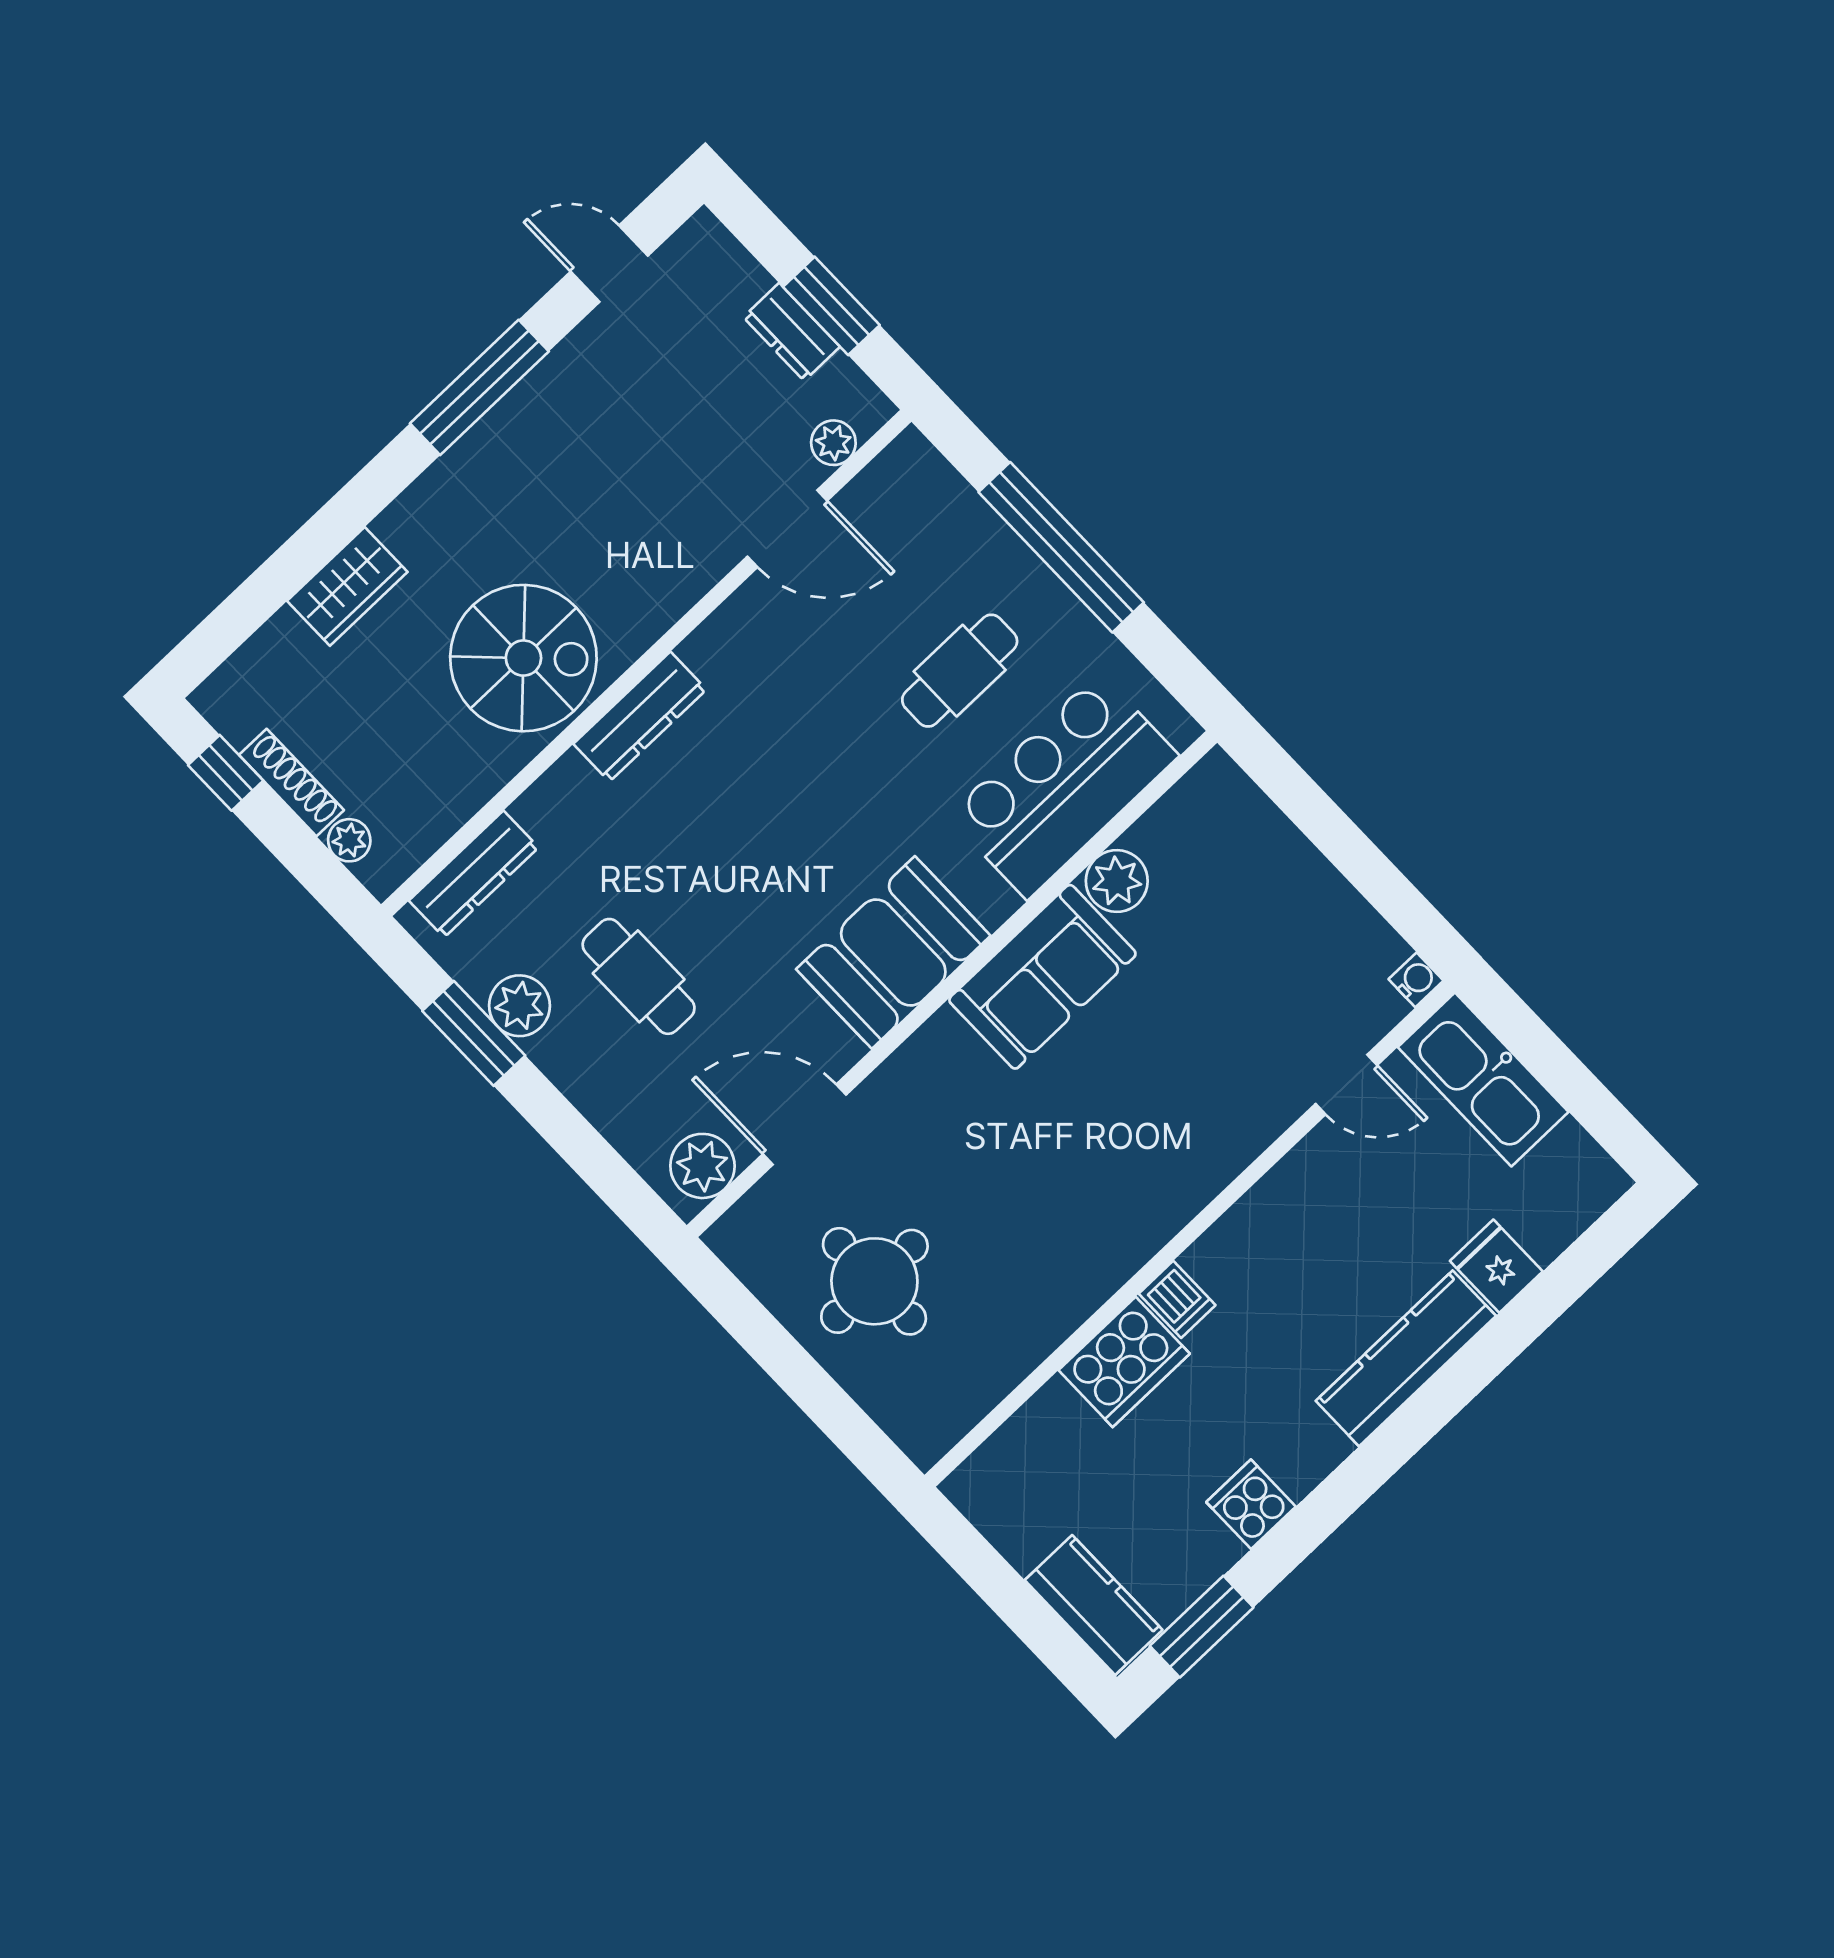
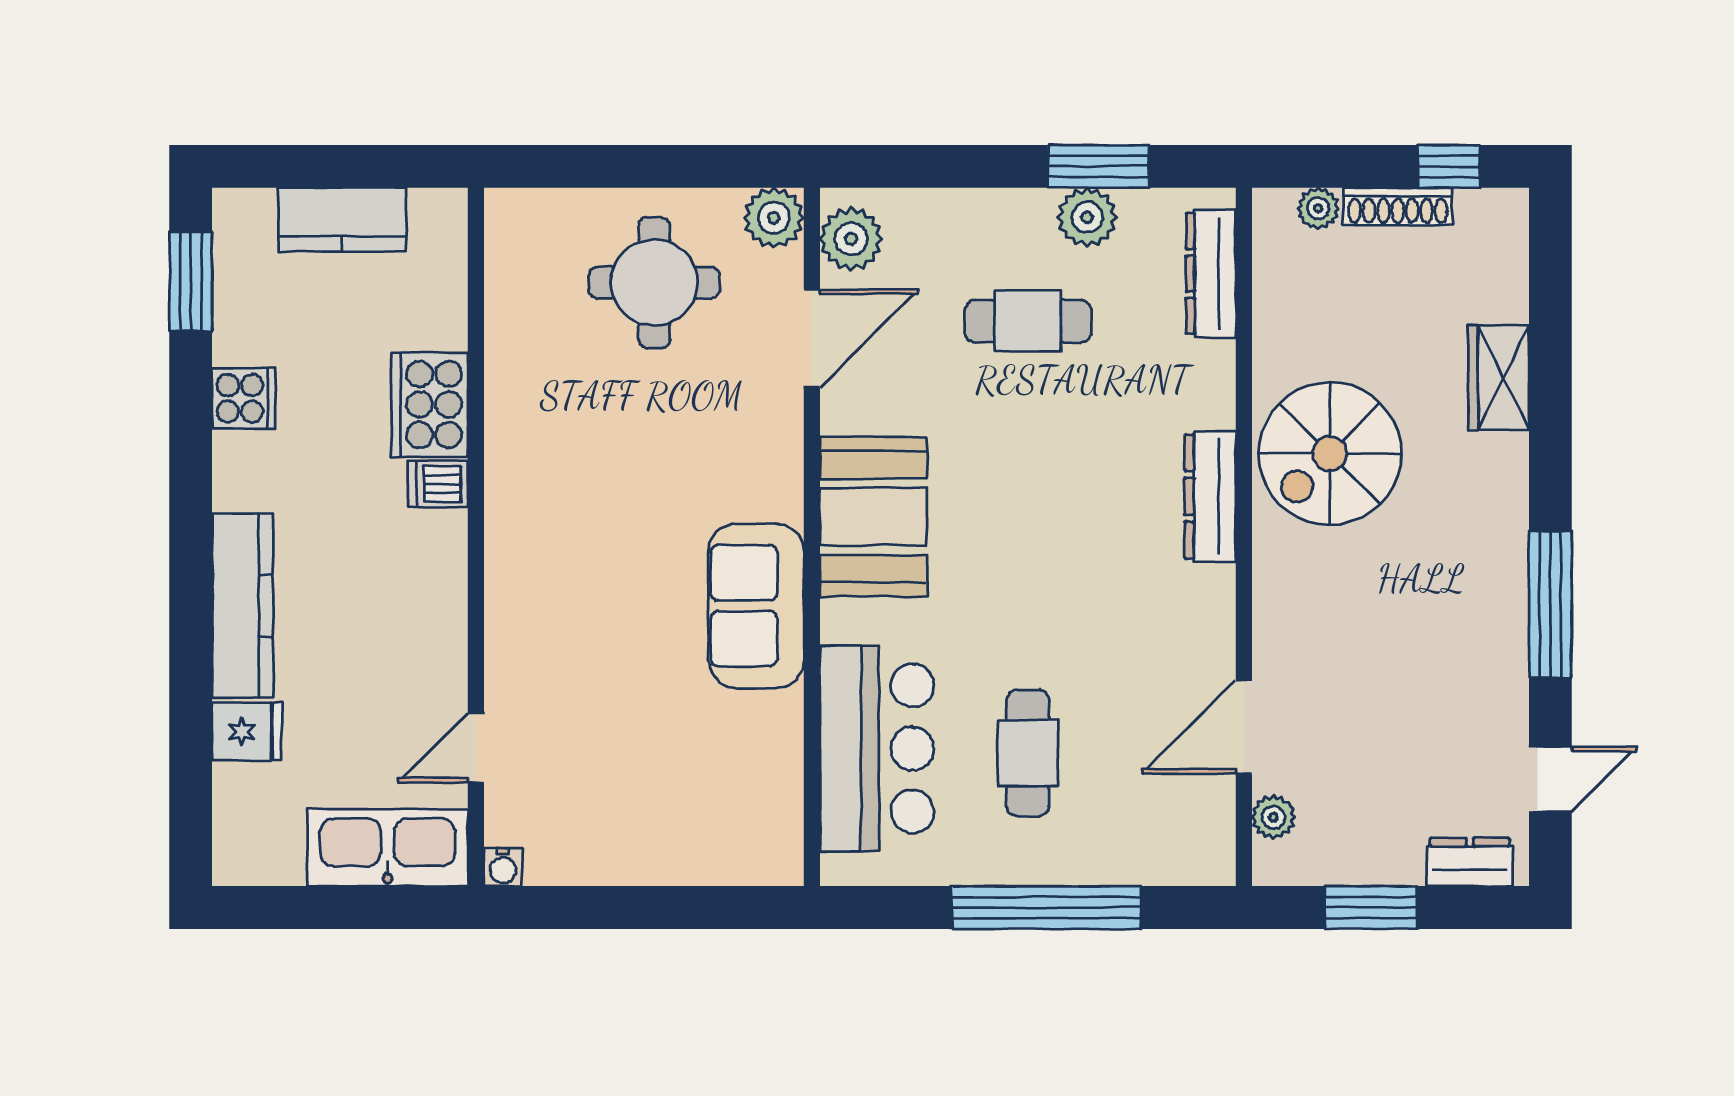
dresser: (792, 332) -> (1470, 862), moved
plant: (1117, 881) -> (774, 218), moved
kitchen counter: (1094, 1605) -> (342, 220), moved

